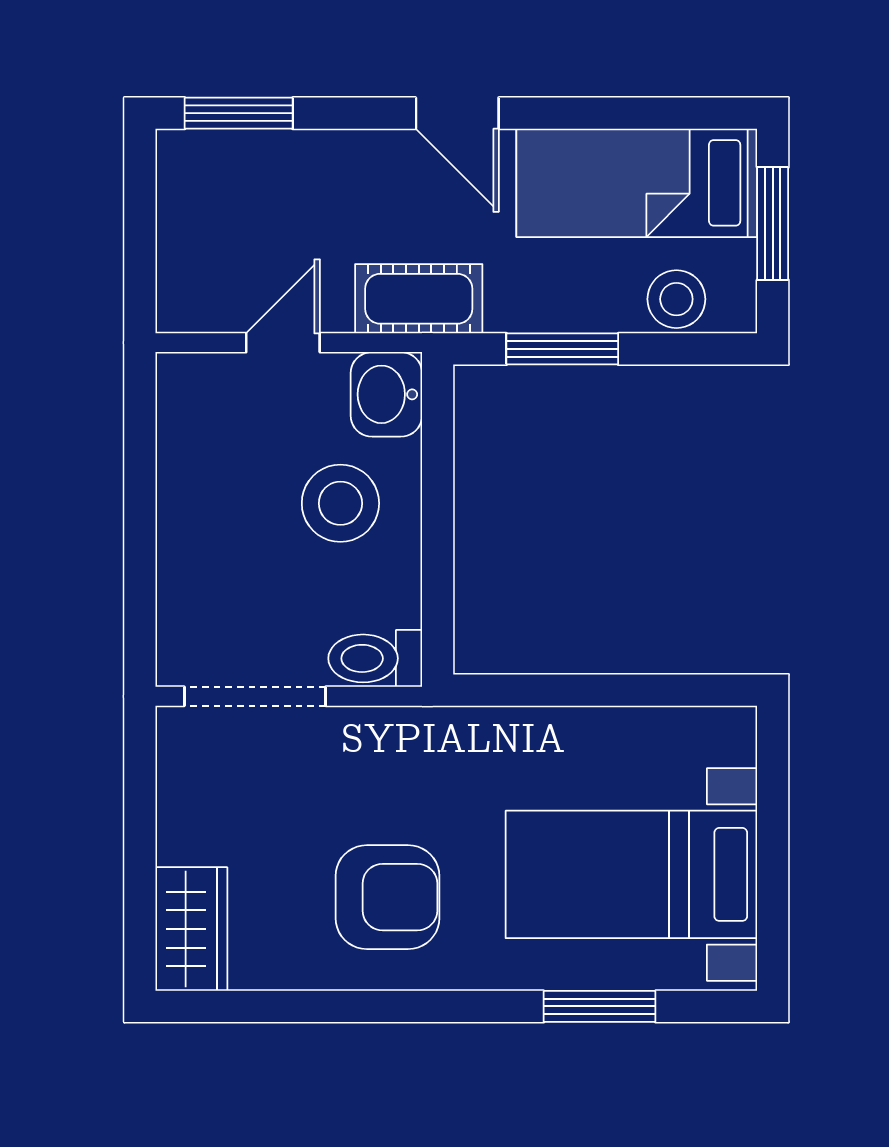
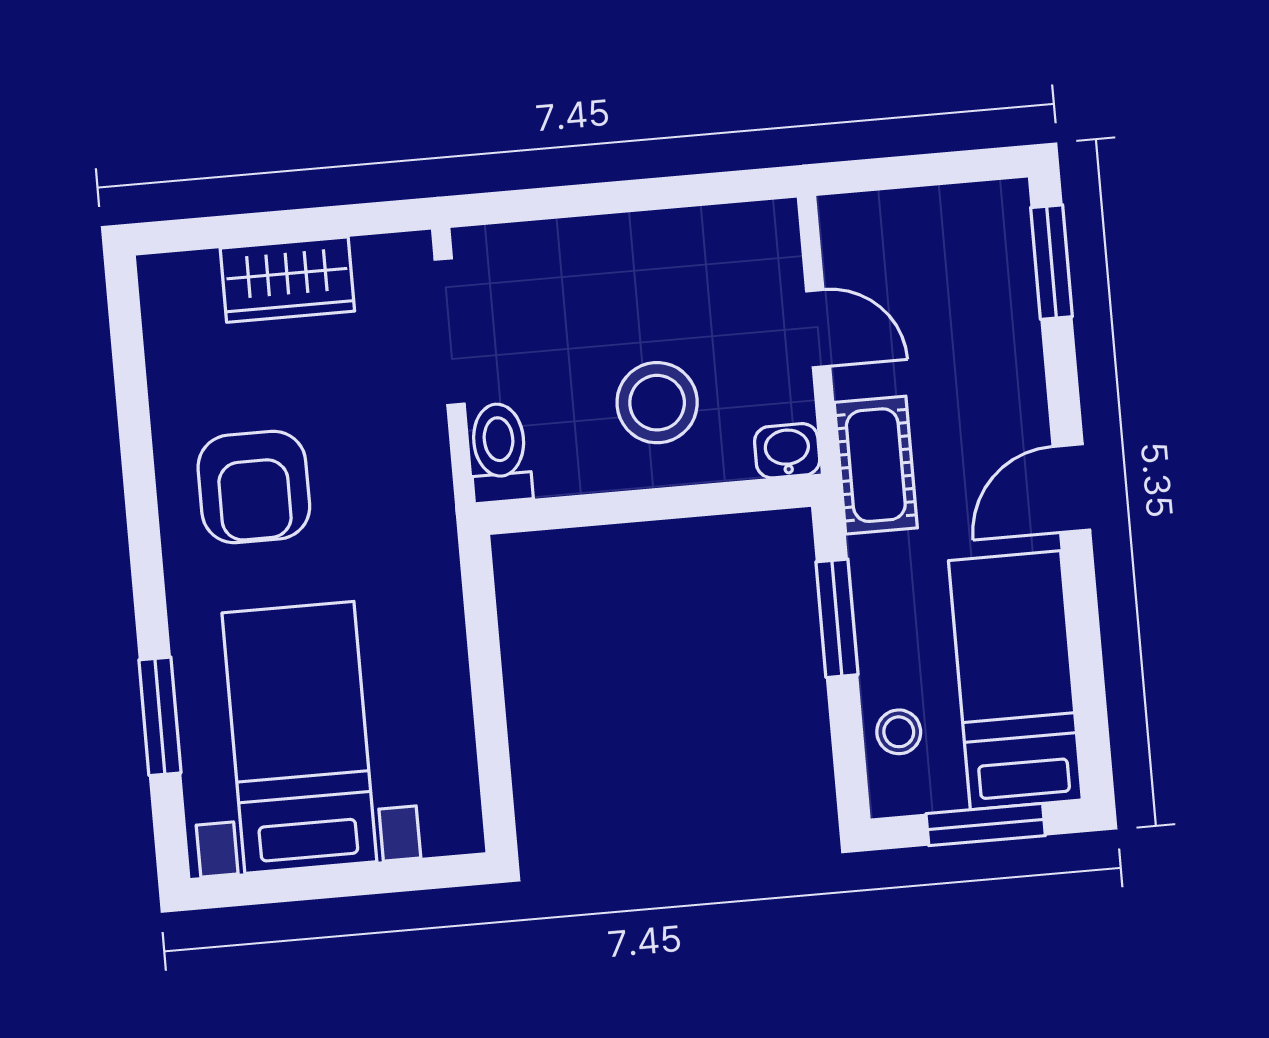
stool: (676, 299) -> (899, 732), width x0.73, depth x0.73
washbasin: (386, 394) -> (787, 451), width x0.72, depth x0.69
wardrobe: (191, 929) -> (287, 280), moved

